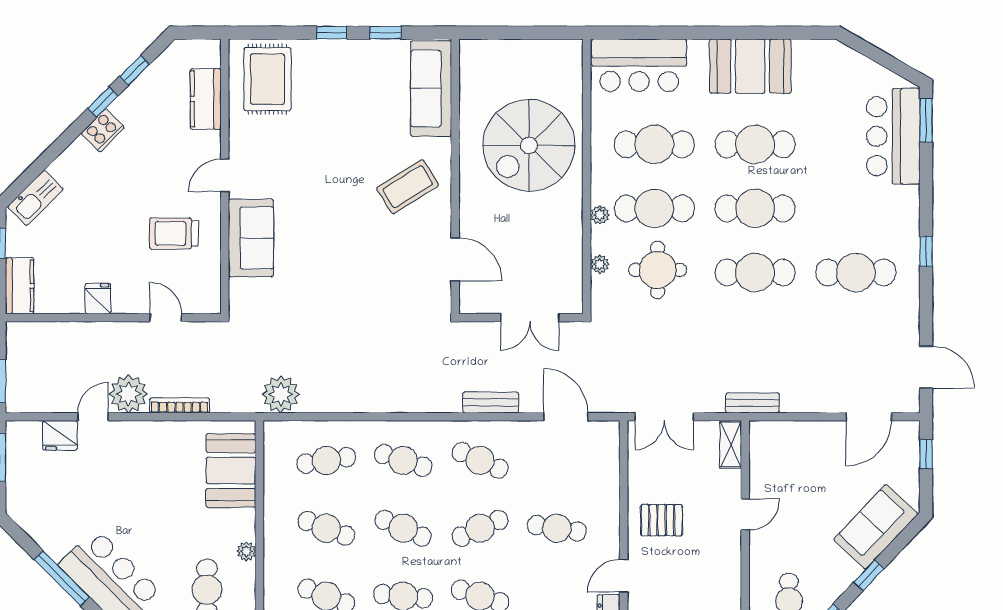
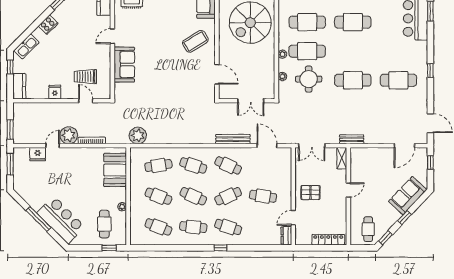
cooker: (103, 130) -> (48, 25), moved
cafe table: (755, 208) -> (353, 51), removed
trolley: (174, 233) -> (85, 77), moved
bench: (491, 402) -> (233, 139), width x1.36

